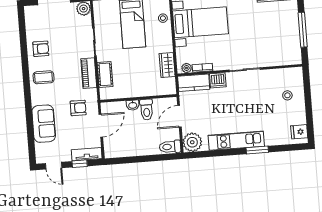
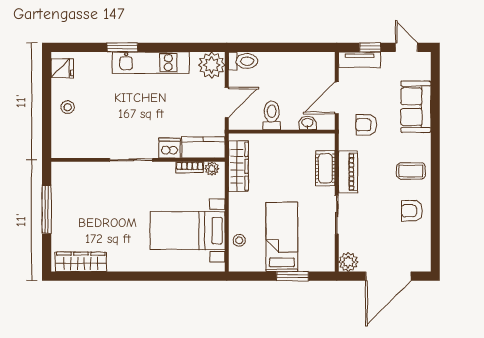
wardrobe: (167, 65) -> (238, 166), width x1.50
stool: (287, 95) -> (68, 107), moved
washbasin: (133, 105) -> (308, 123), moved

